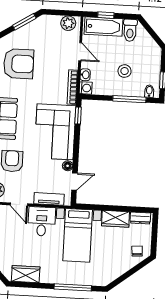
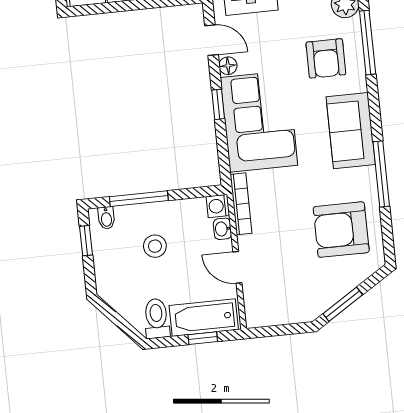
plant: (68, 23) -> (266, 314), removed
window: (78, 115) -> (218, 104), moved
door: (74, 182) -> (212, 40), swing flipped

